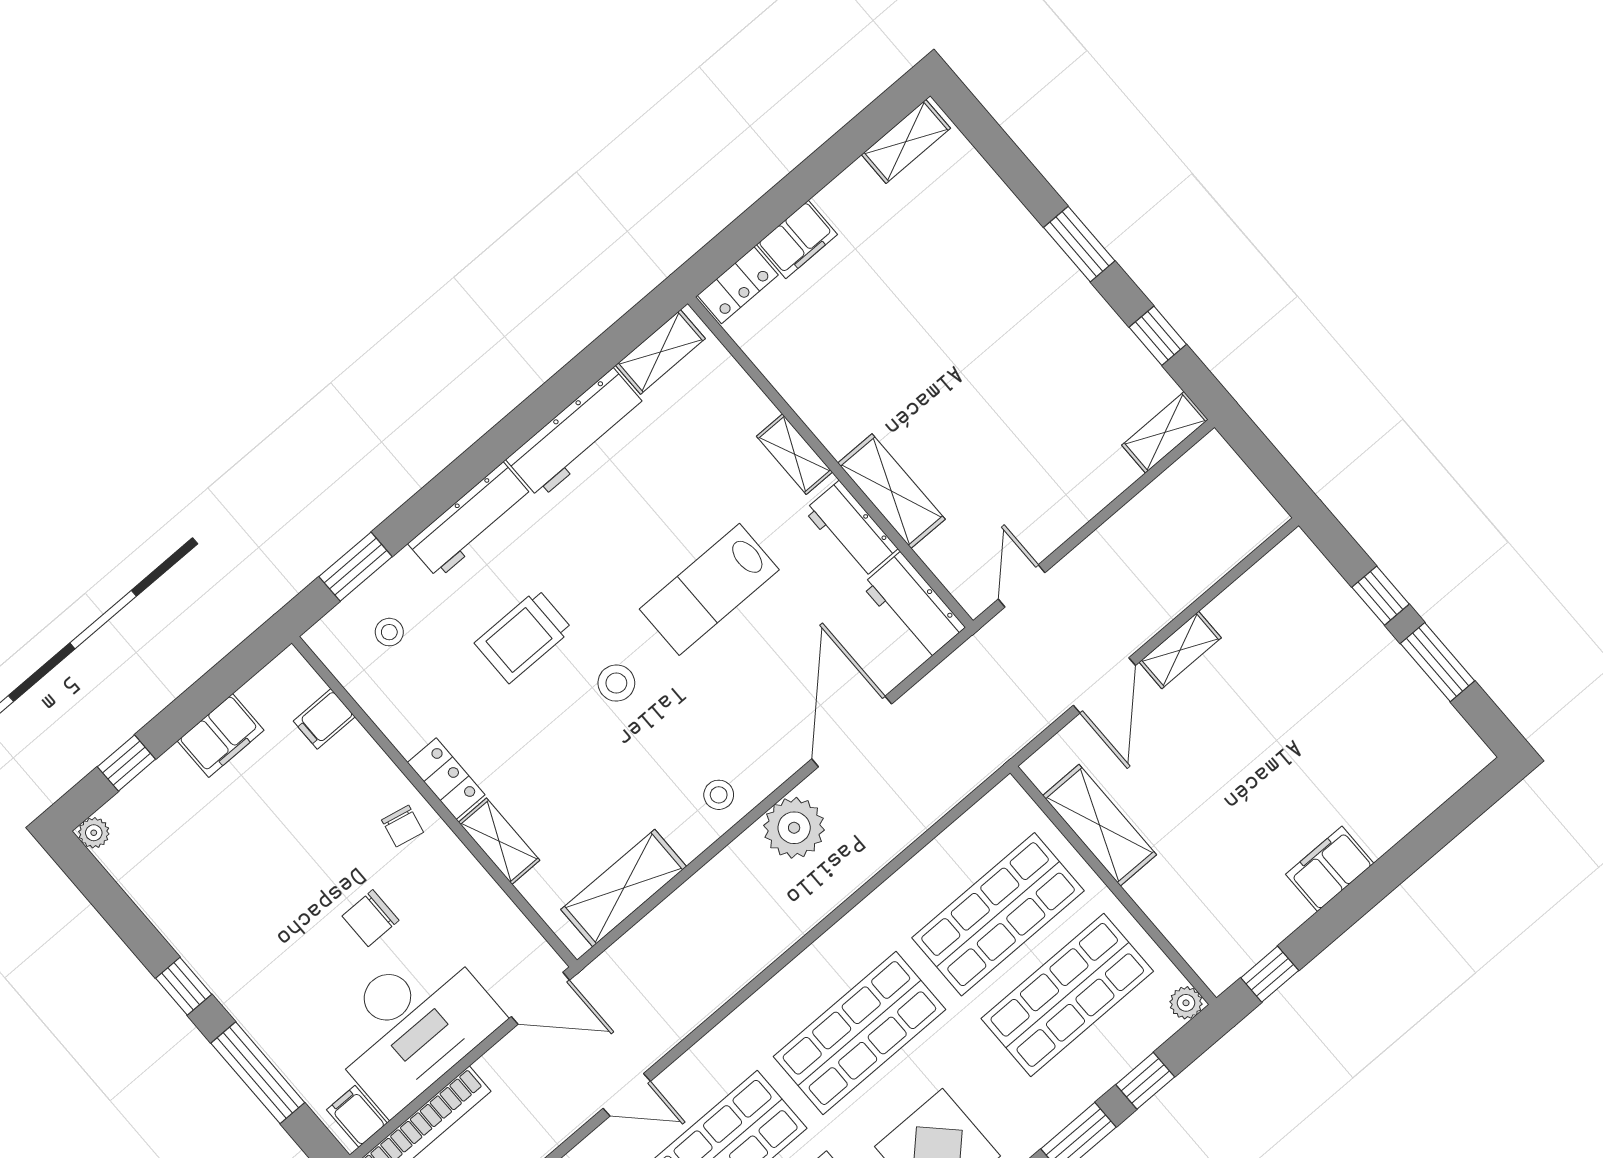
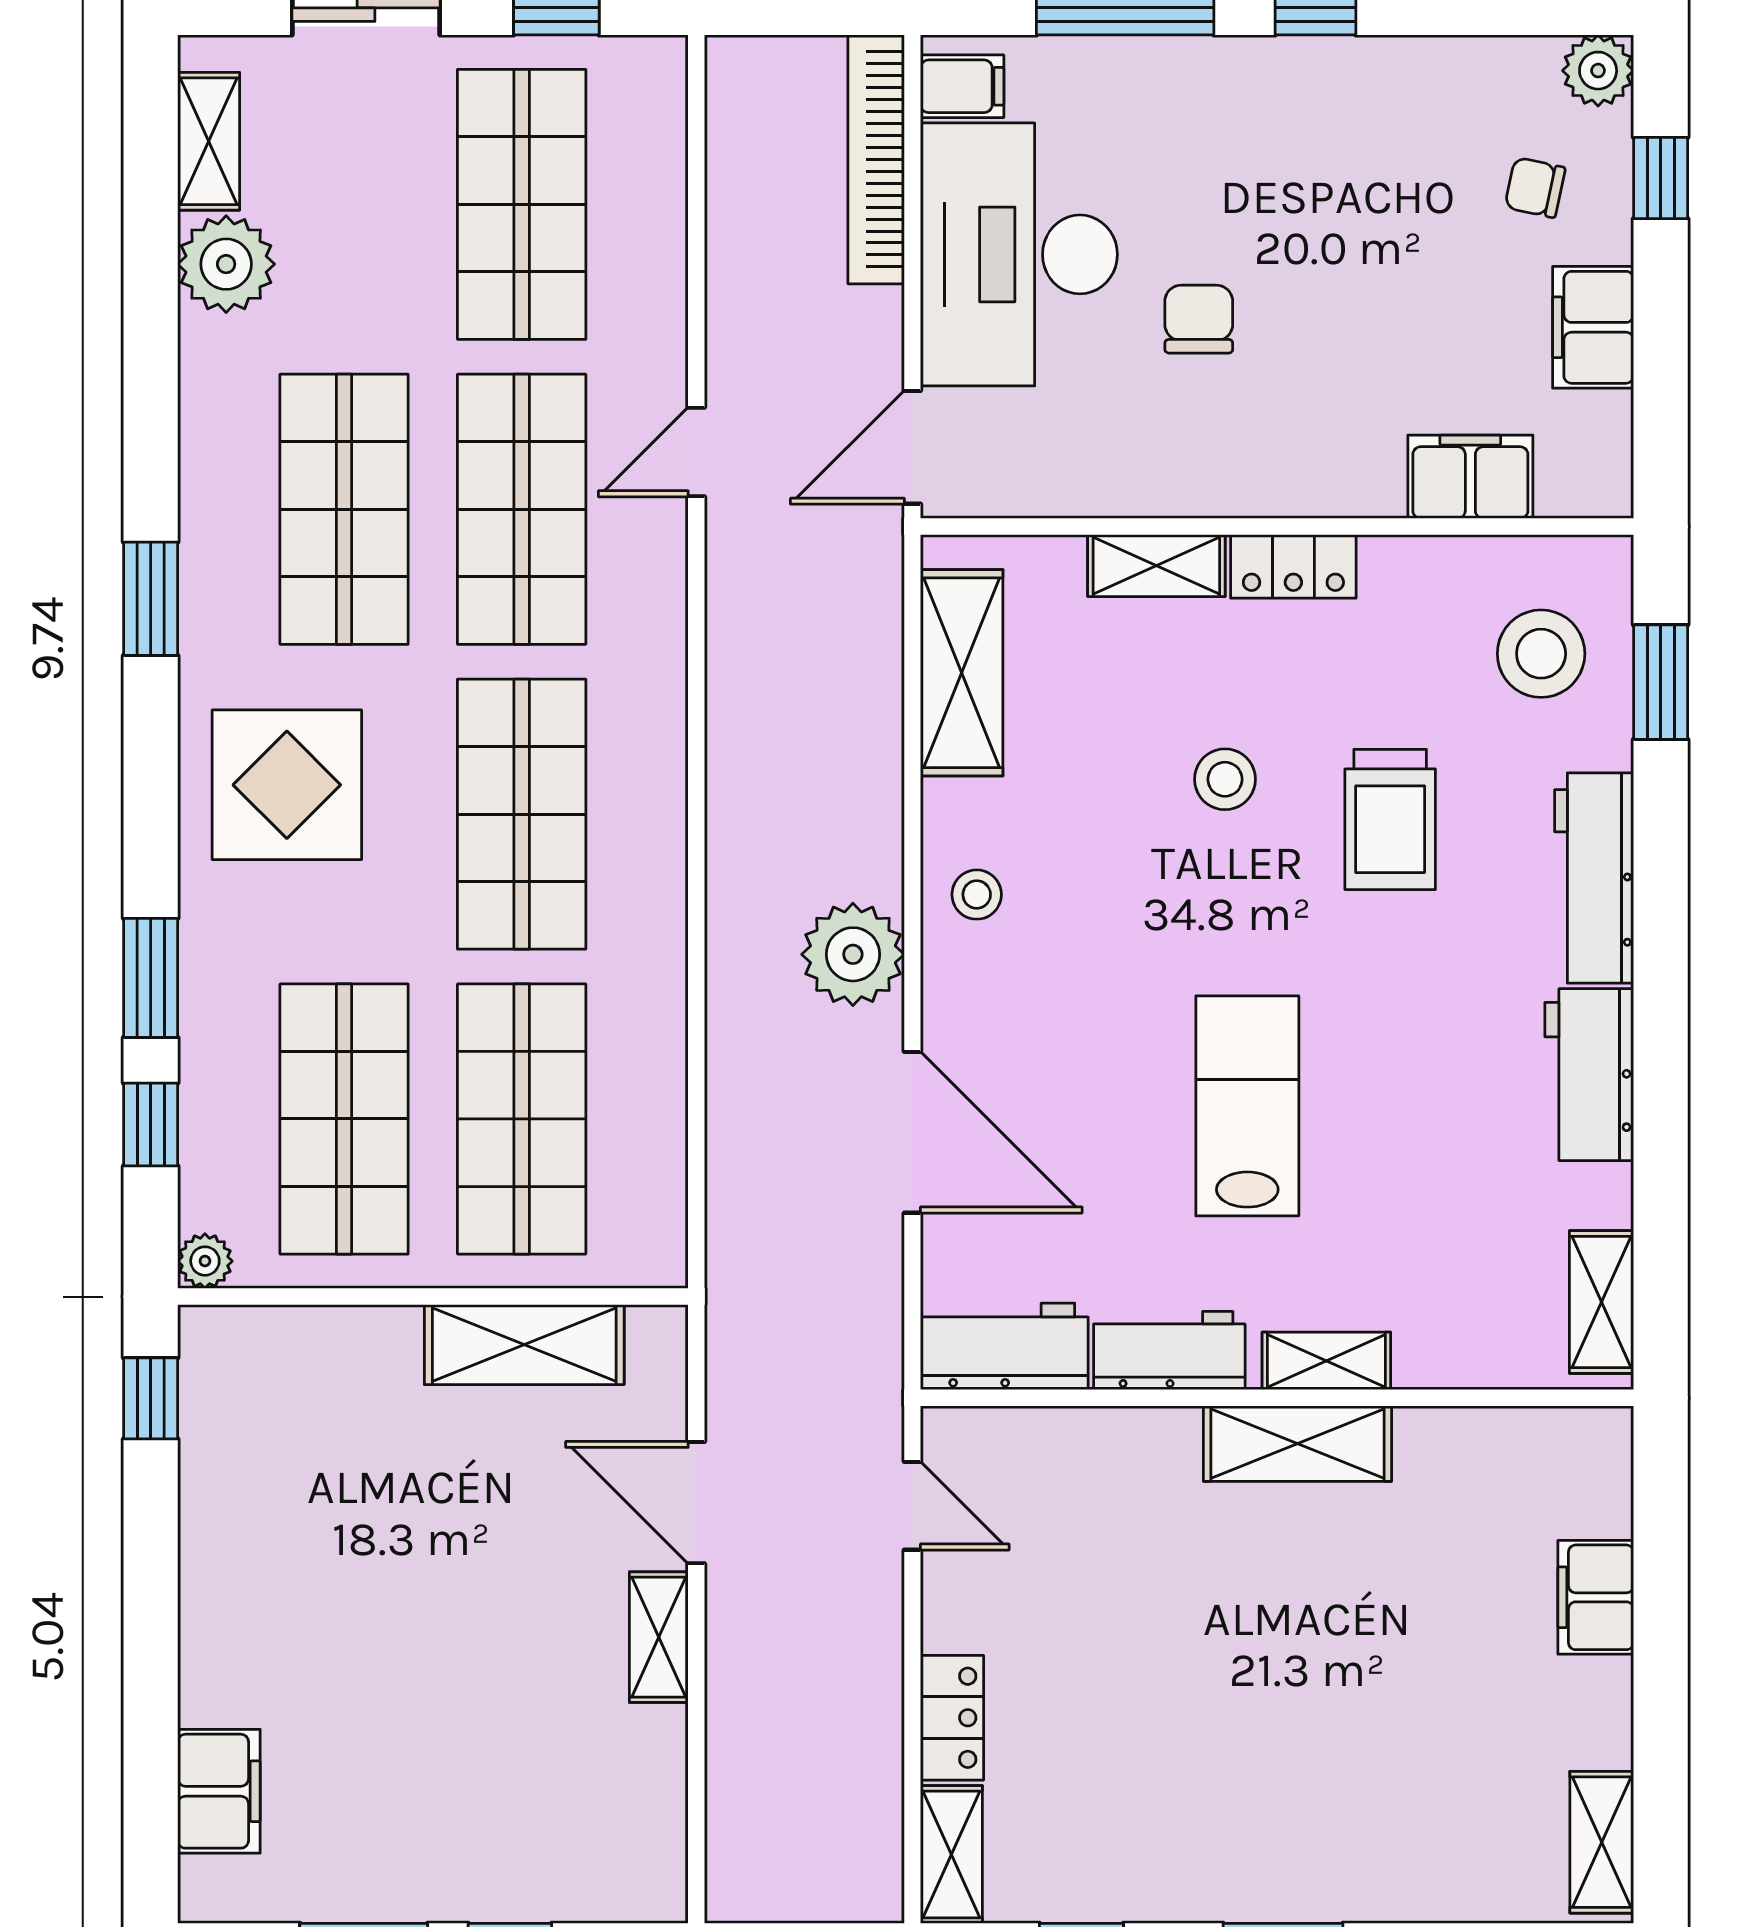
locker: (738, 285) -> (952, 1718), moved, turned 180
workbench: (577, 434) -> (1589, 1075), width x0.73
shelving: (891, 491) -> (1297, 1444), moved
stool: (389, 632) -> (1541, 654), width x1.89, depth x1.89
trolley: (523, 636) -> (1390, 819), turned 180
stool: (616, 683) -> (1225, 779), moved
filing cabinet: (324, 719) -> (1470, 477), width x2.00
chair: (403, 826) -> (1535, 188), moved
plant: (94, 833) -> (1598, 71), width x1.38, depth x1.38
filing cabinet: (1330, 869) -> (219, 1791), moved

